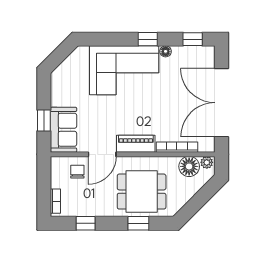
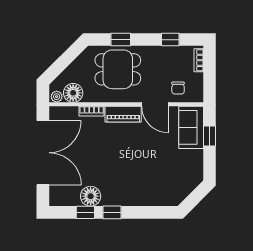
window: (193, 39) -> (85, 212), moved
floor lamp: (166, 51) -> (91, 196), width x1.89, depth x1.89
corner sofa: (124, 70) -> (134, 183), removed
bookcase: (177, 147) -> (92, 111), width x0.64
door: (102, 154) -> (155, 104), swing flipped

